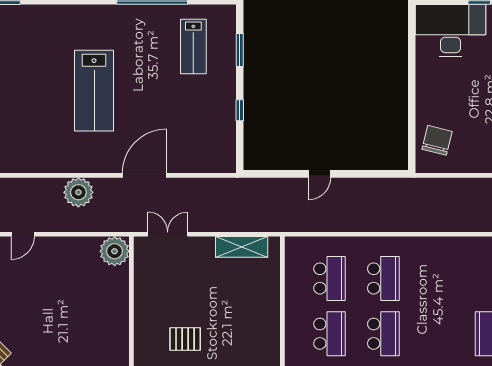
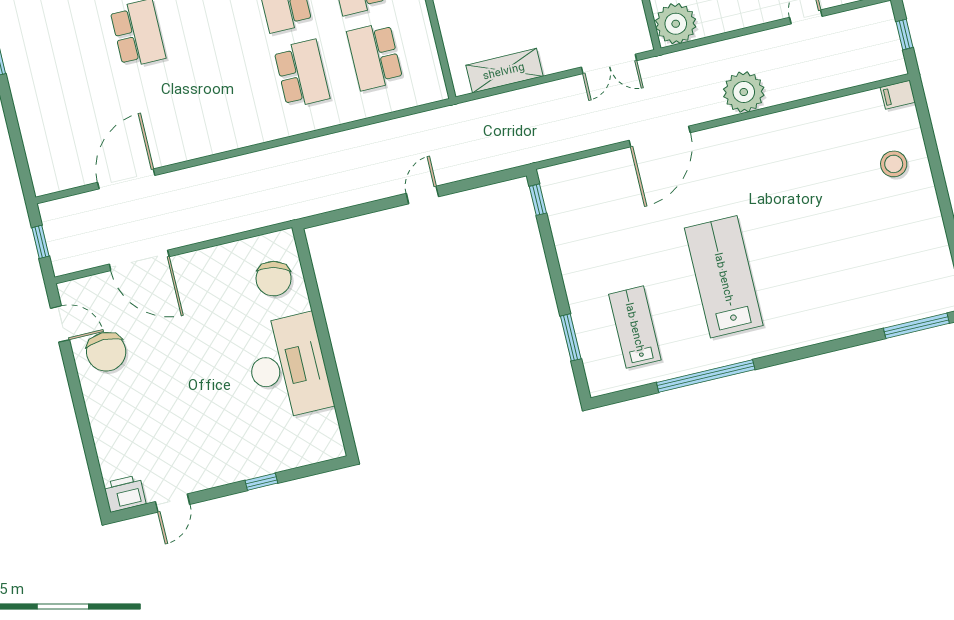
desk: (451, 31) -> (288, 367), moved, turned -90
lab bench: (94, 91) -> (724, 277), moved
window: (240, 110) -> (538, 200), moved
school desk: (383, 278) -> (302, 74), turned 180

